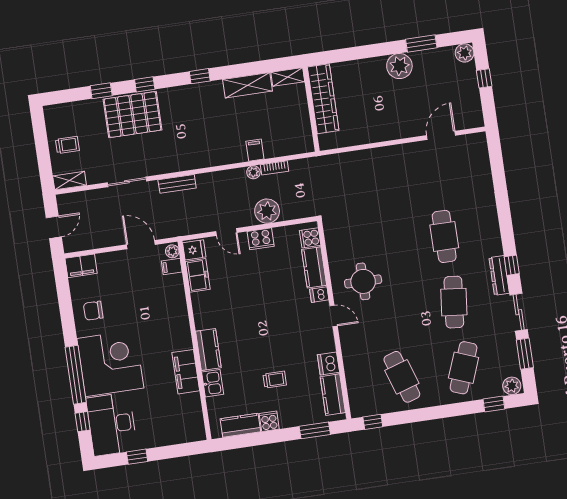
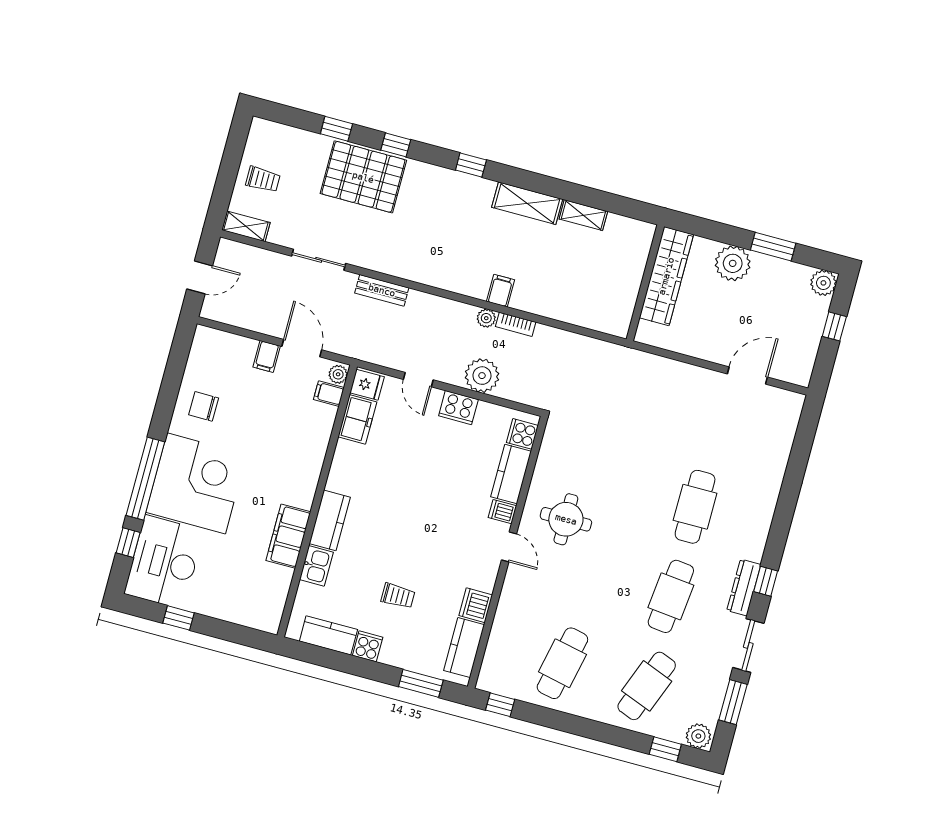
wardrobe: (323, 99) -> (666, 276), moved
wall: (311, 109) -> (645, 283), moved
filing cabinet: (81, 266) -> (267, 357), moved, width x0.50
cafe table: (402, 377) -> (562, 663), turned 30

